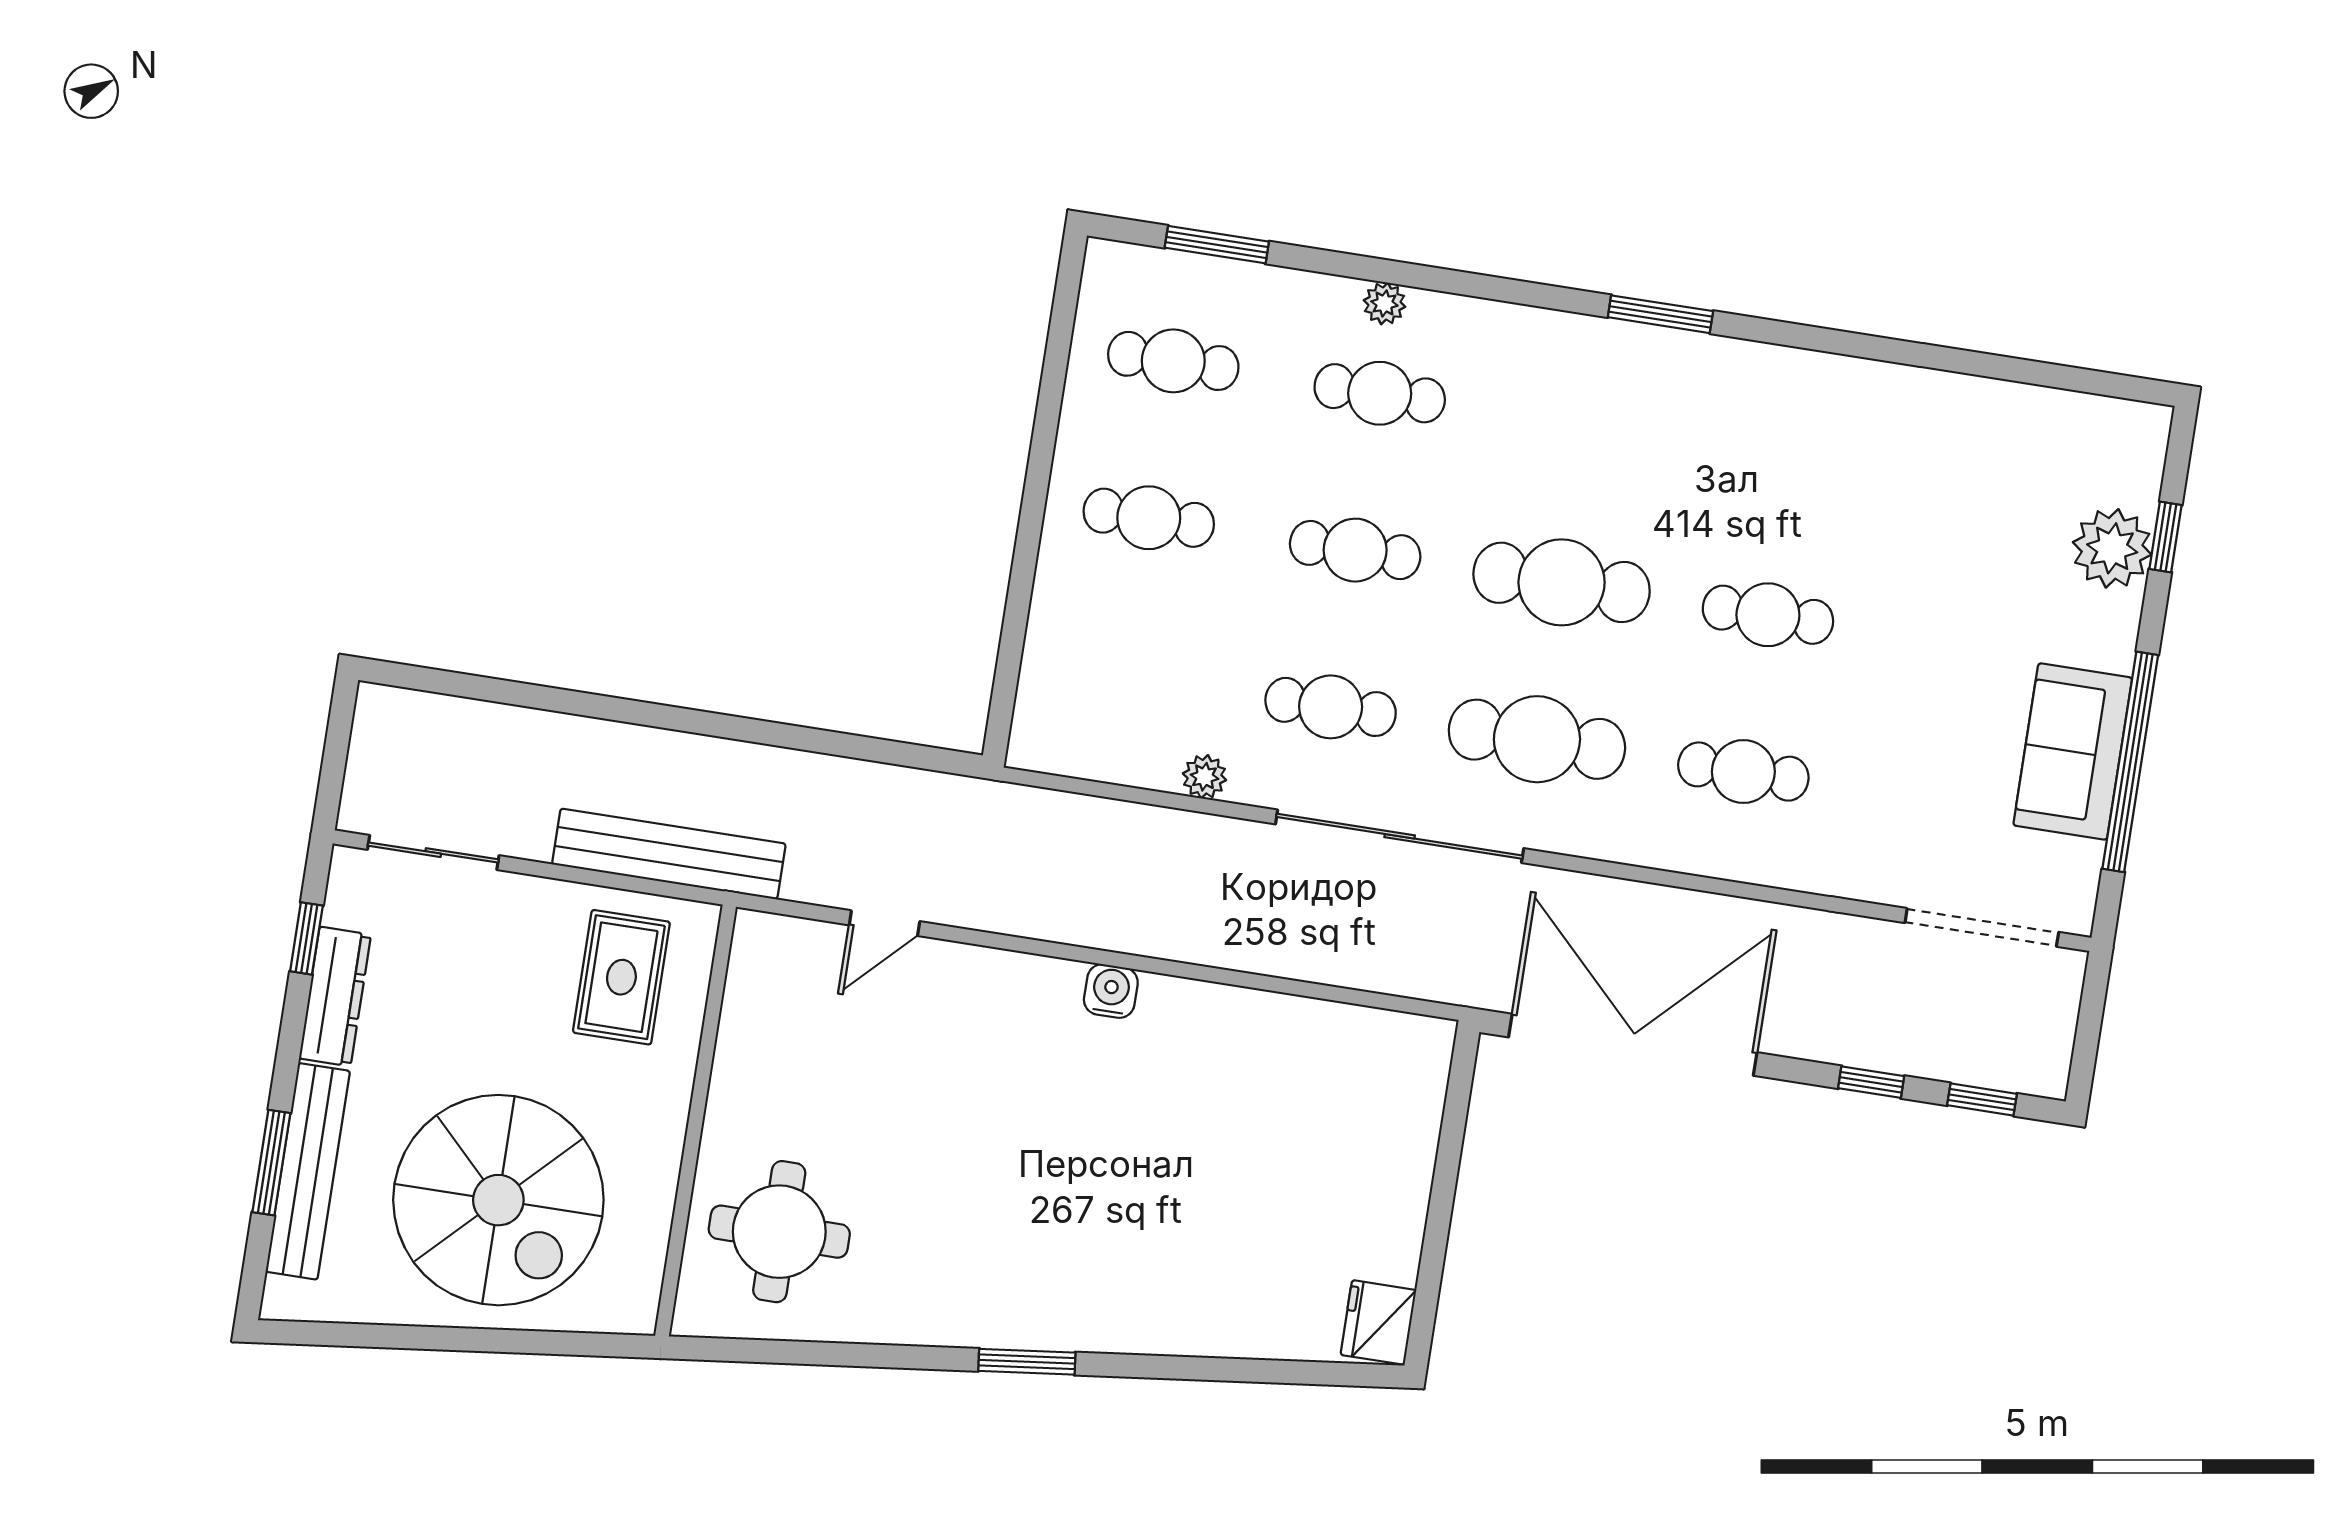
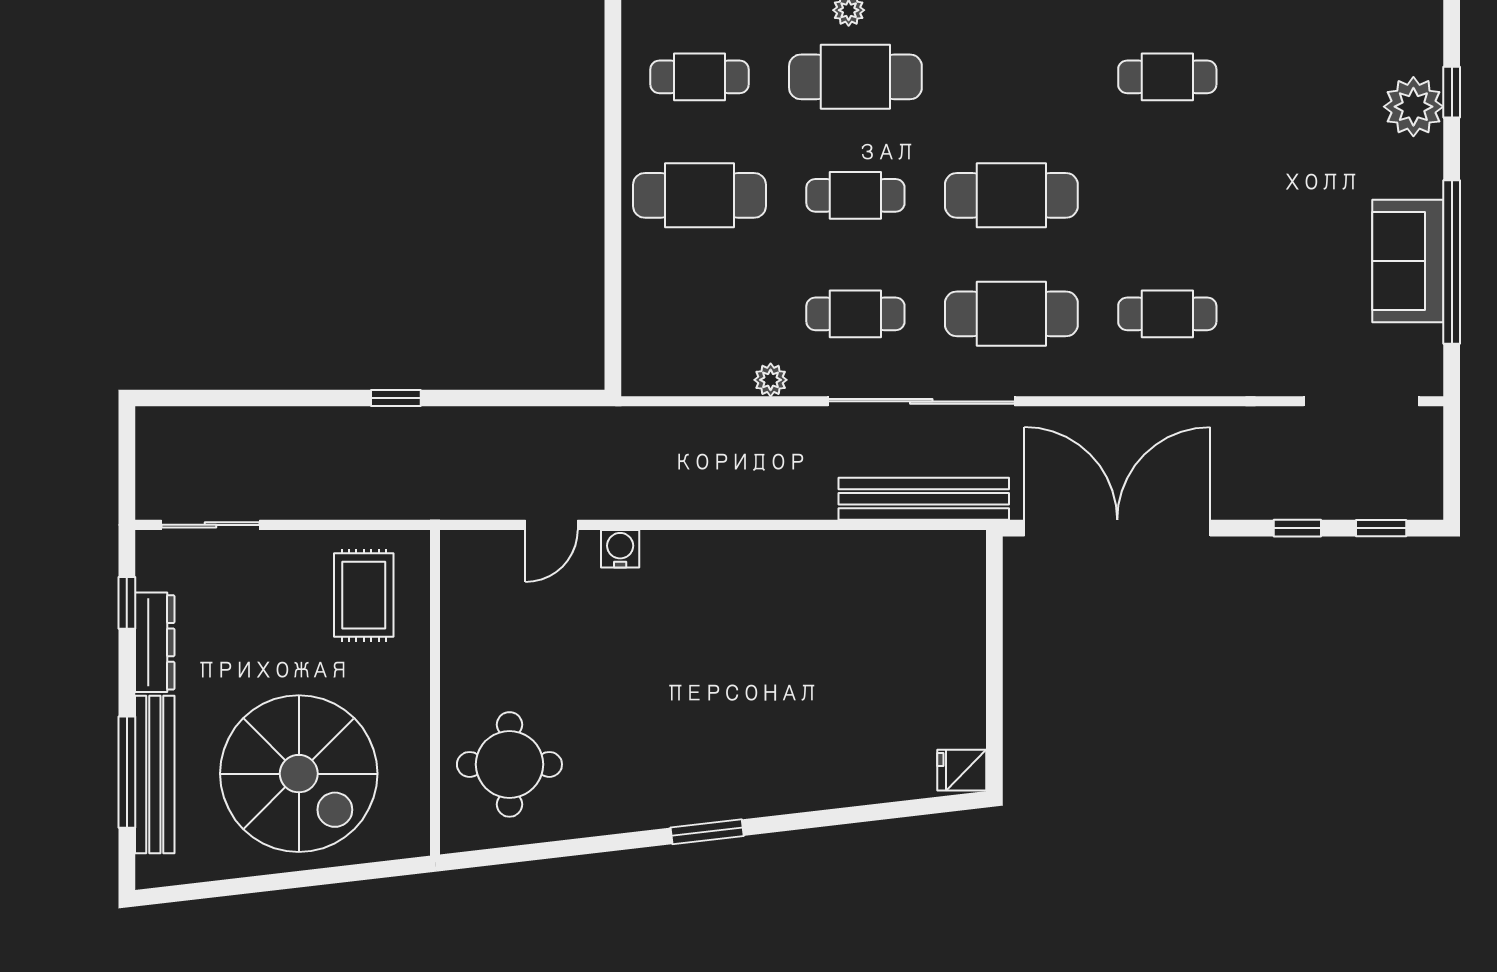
cafe table: (1380, 393) -> (855, 77), width x1.37, depth x1.35
cafe table: (1149, 518) -> (699, 195), width x1.37, depth x1.35
cafe table: (1768, 615) -> (1167, 77), moved
window: (705, 723) -> (396, 398), added
bench: (669, 854) -> (924, 499), moved
water cooler: (1111, 991) -> (620, 549), moved
window: (271, 1163) -> (127, 772), width x1.44
fridge: (1378, 1322) -> (962, 770), width x0.72

